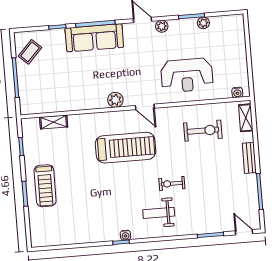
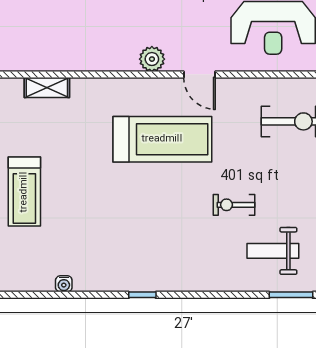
weight bench: (159, 213) -> (273, 251), moved
water cooler: (125, 235) -> (64, 284), moved

